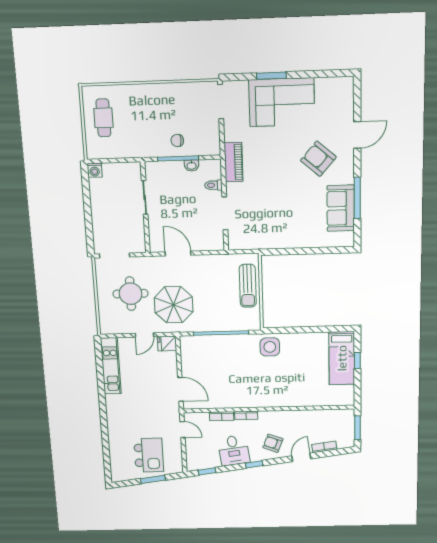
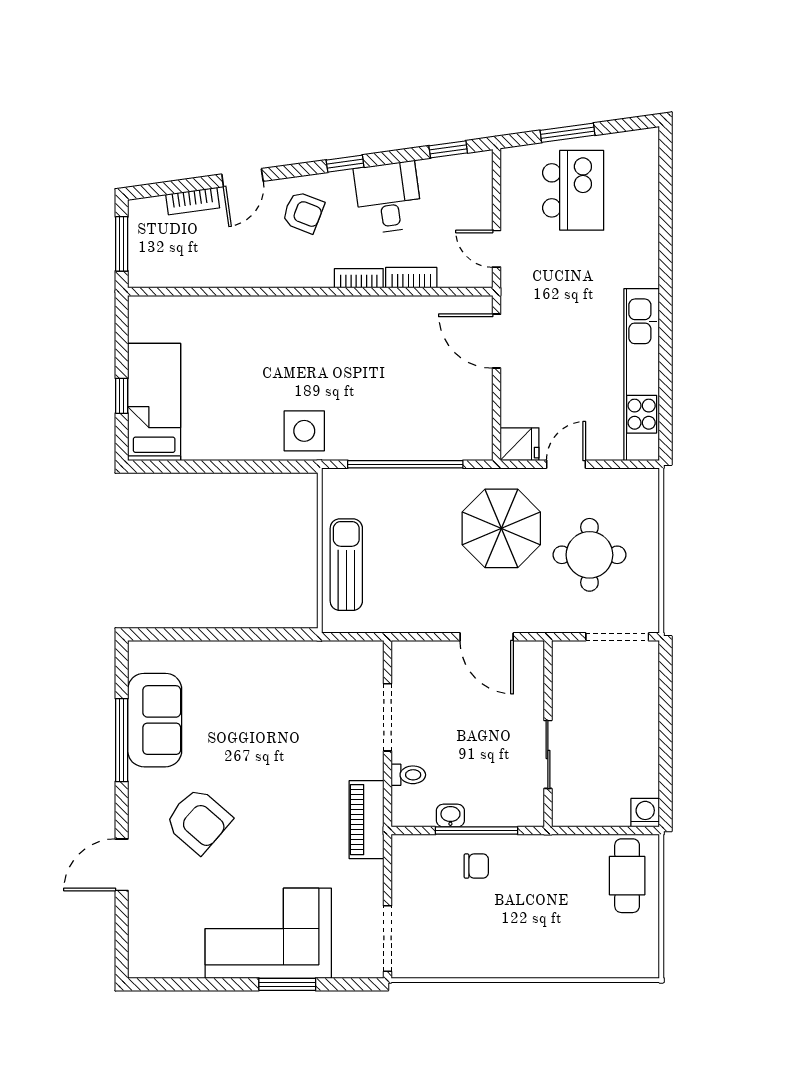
cafe table: (103, 118) -> (627, 876), moved
kitchen unit: (111, 366) -> (642, 375), width x1.36
kitchen island: (149, 455) -> (573, 190), turned 180

